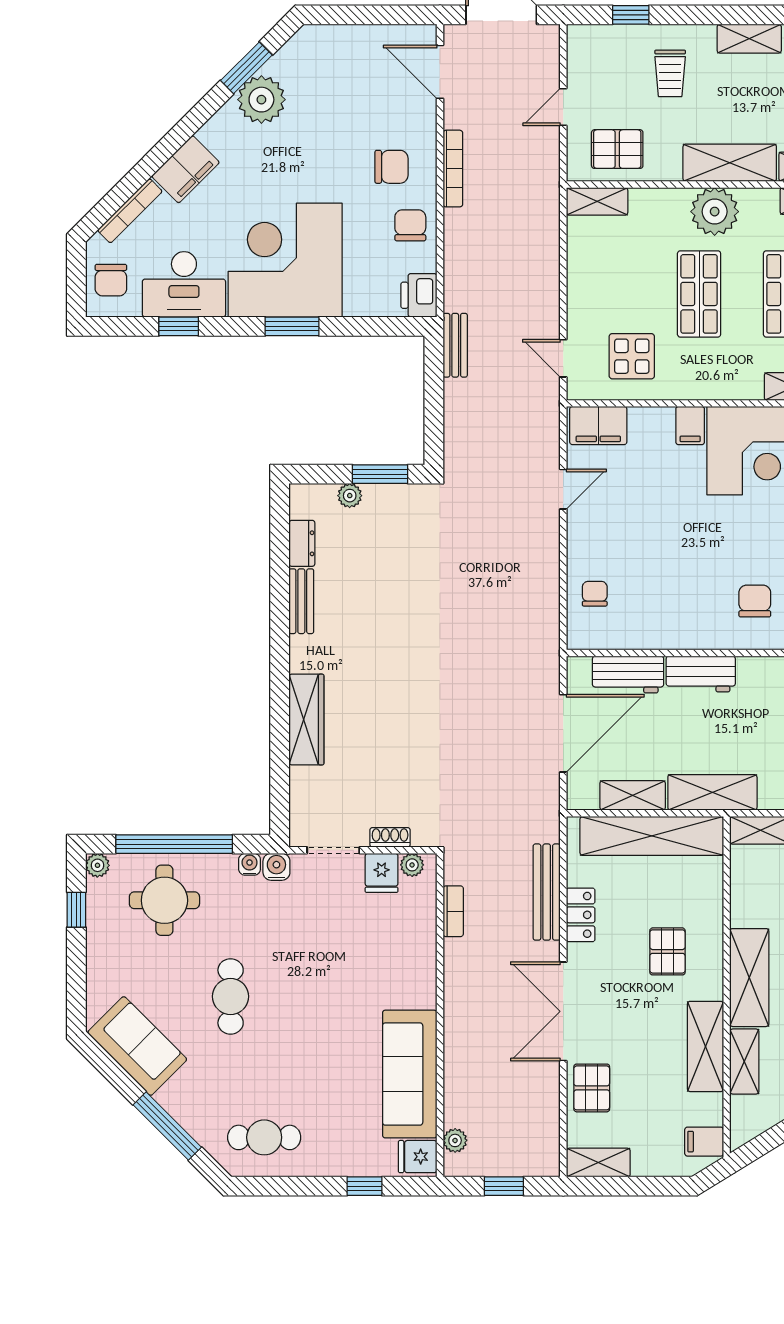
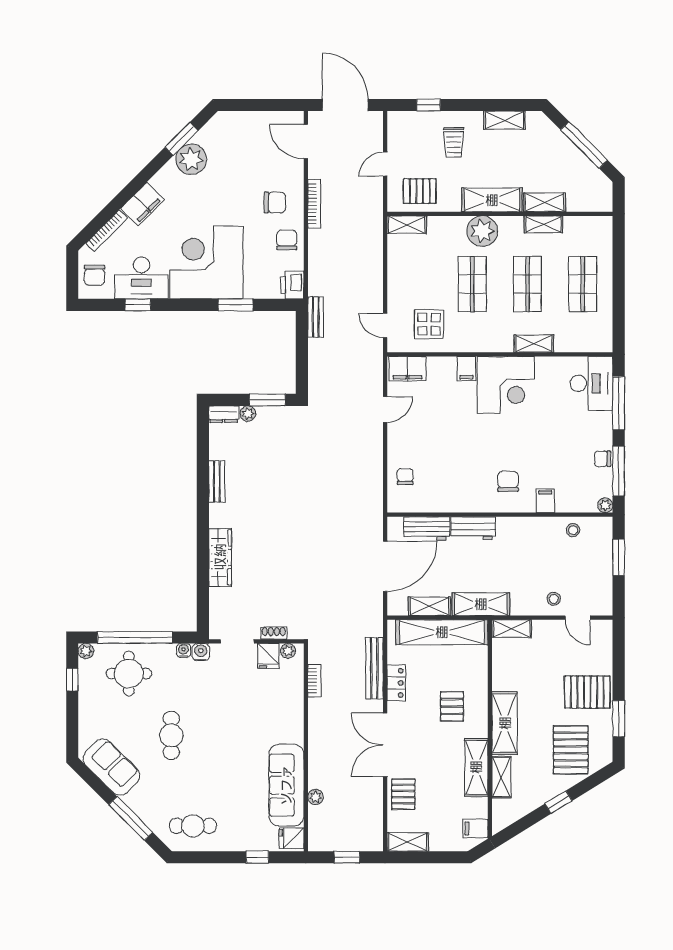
window: (292, 326) -> (236, 305), moved
dresser: (302, 543) -> (224, 414), moved, turned 90
plant: (455, 1140) -> (316, 797), moved

